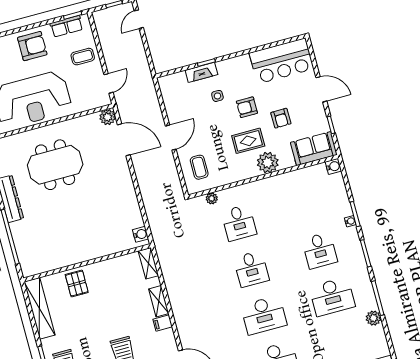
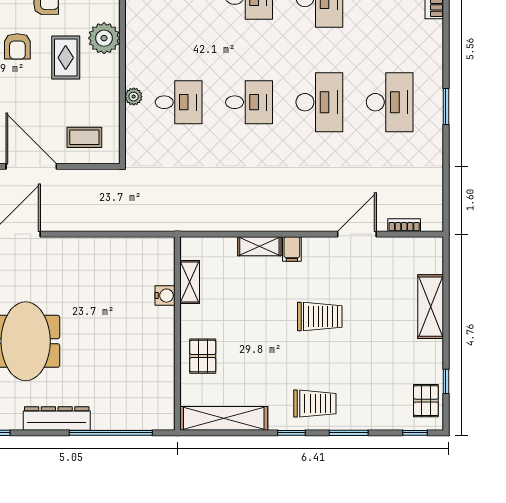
door: (171, 138) -> (31, 166), width x1.36
plant: (212, 198) -> (134, 97), moved
water cooler: (140, 234) -> (165, 296), moved, turned 90
shelving: (148, 263) -> (190, 282), moved, turned 90
pallet: (77, 284) -> (203, 356), turned 90

